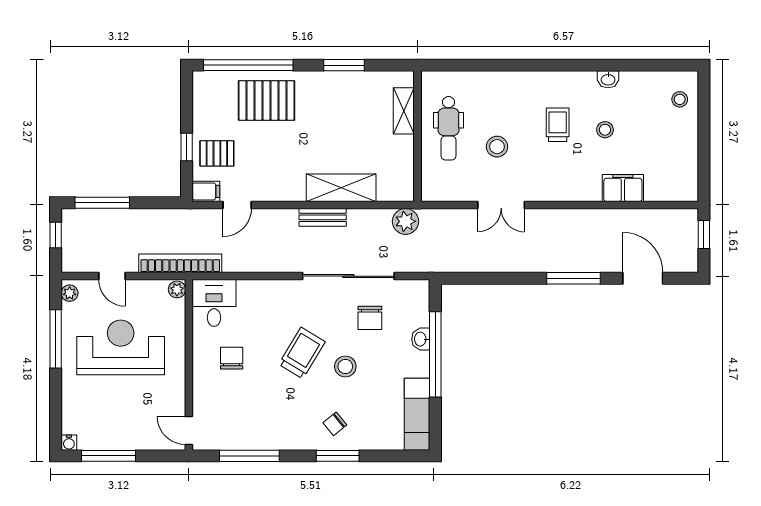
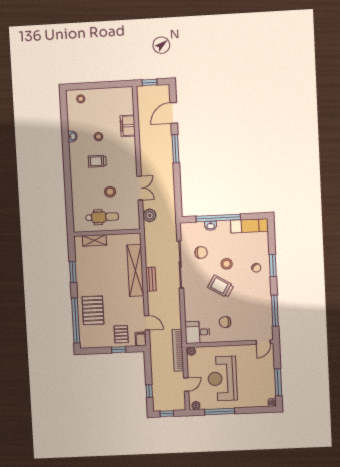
shelving: (341, 188) -> (135, 270), width x1.47
window: (102, 203) -> (149, 391), width x0.46
plant: (405, 221) -> (150, 215), moved

